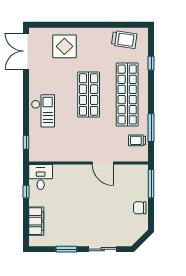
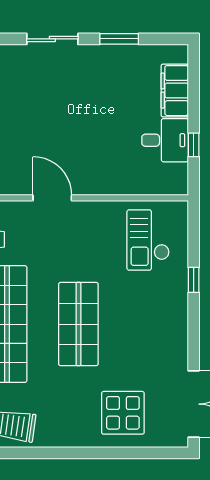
checkout: (43, 111) -> (148, 240), moved
window: (26, 142) -> (194, 280), moved
desk: (41, 177) -> (165, 140), moved, turned -90

